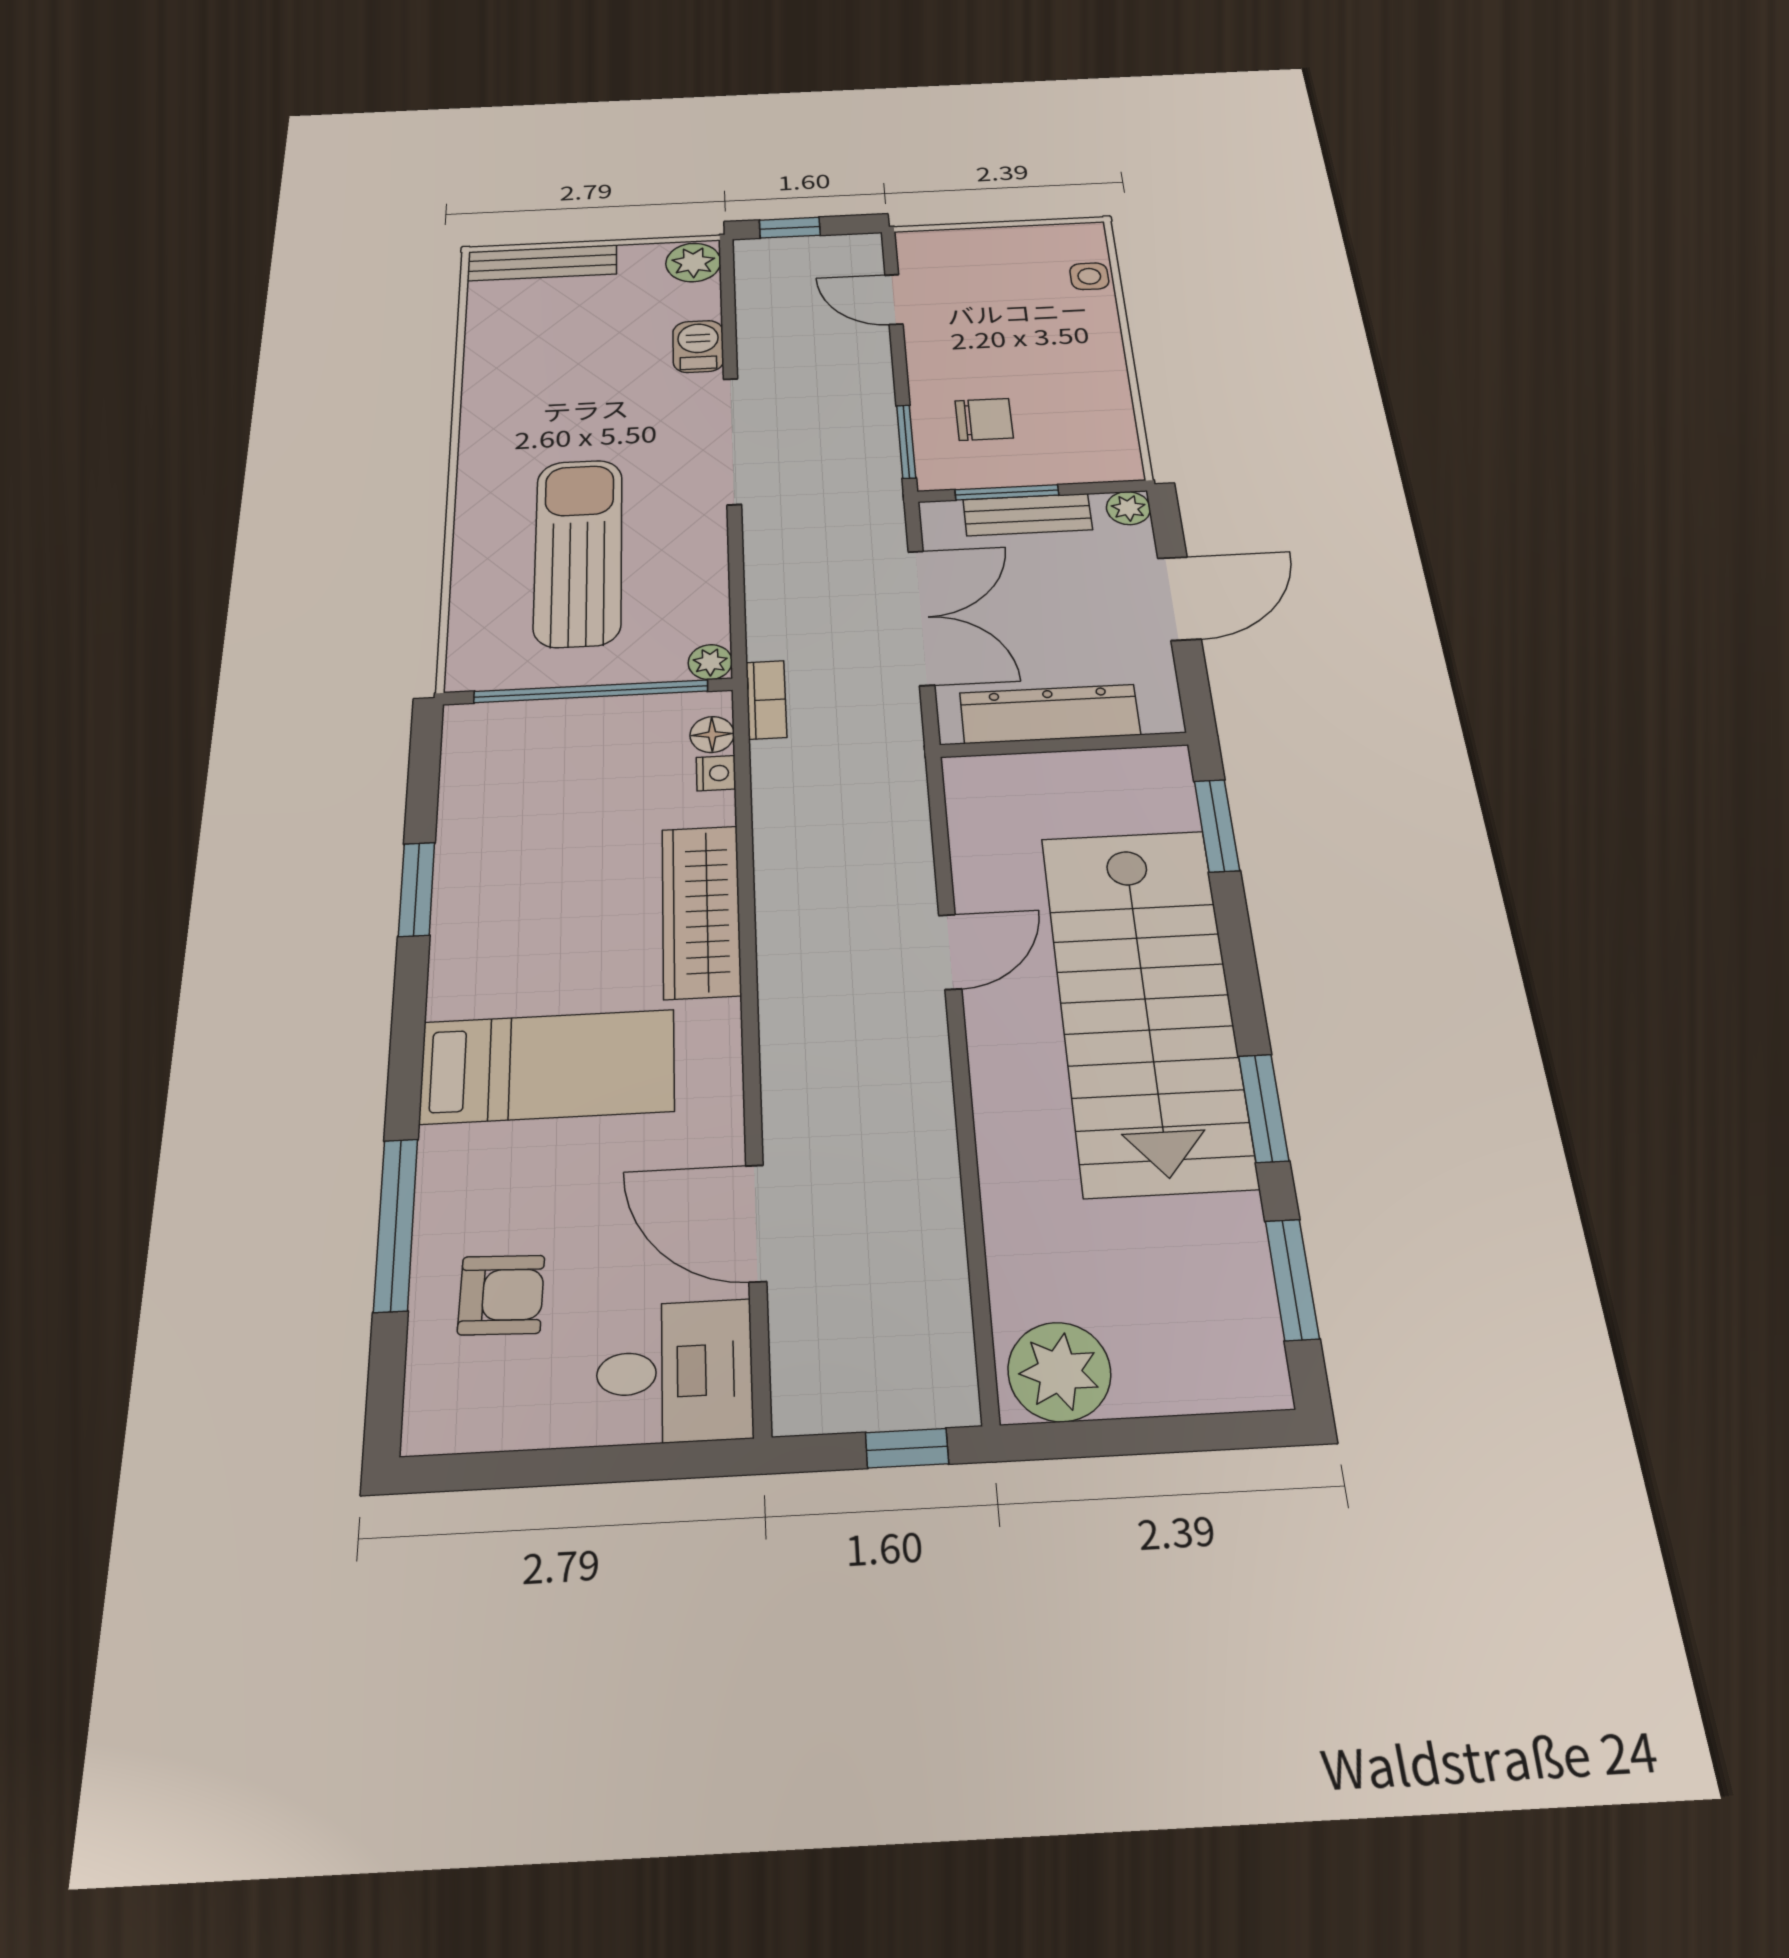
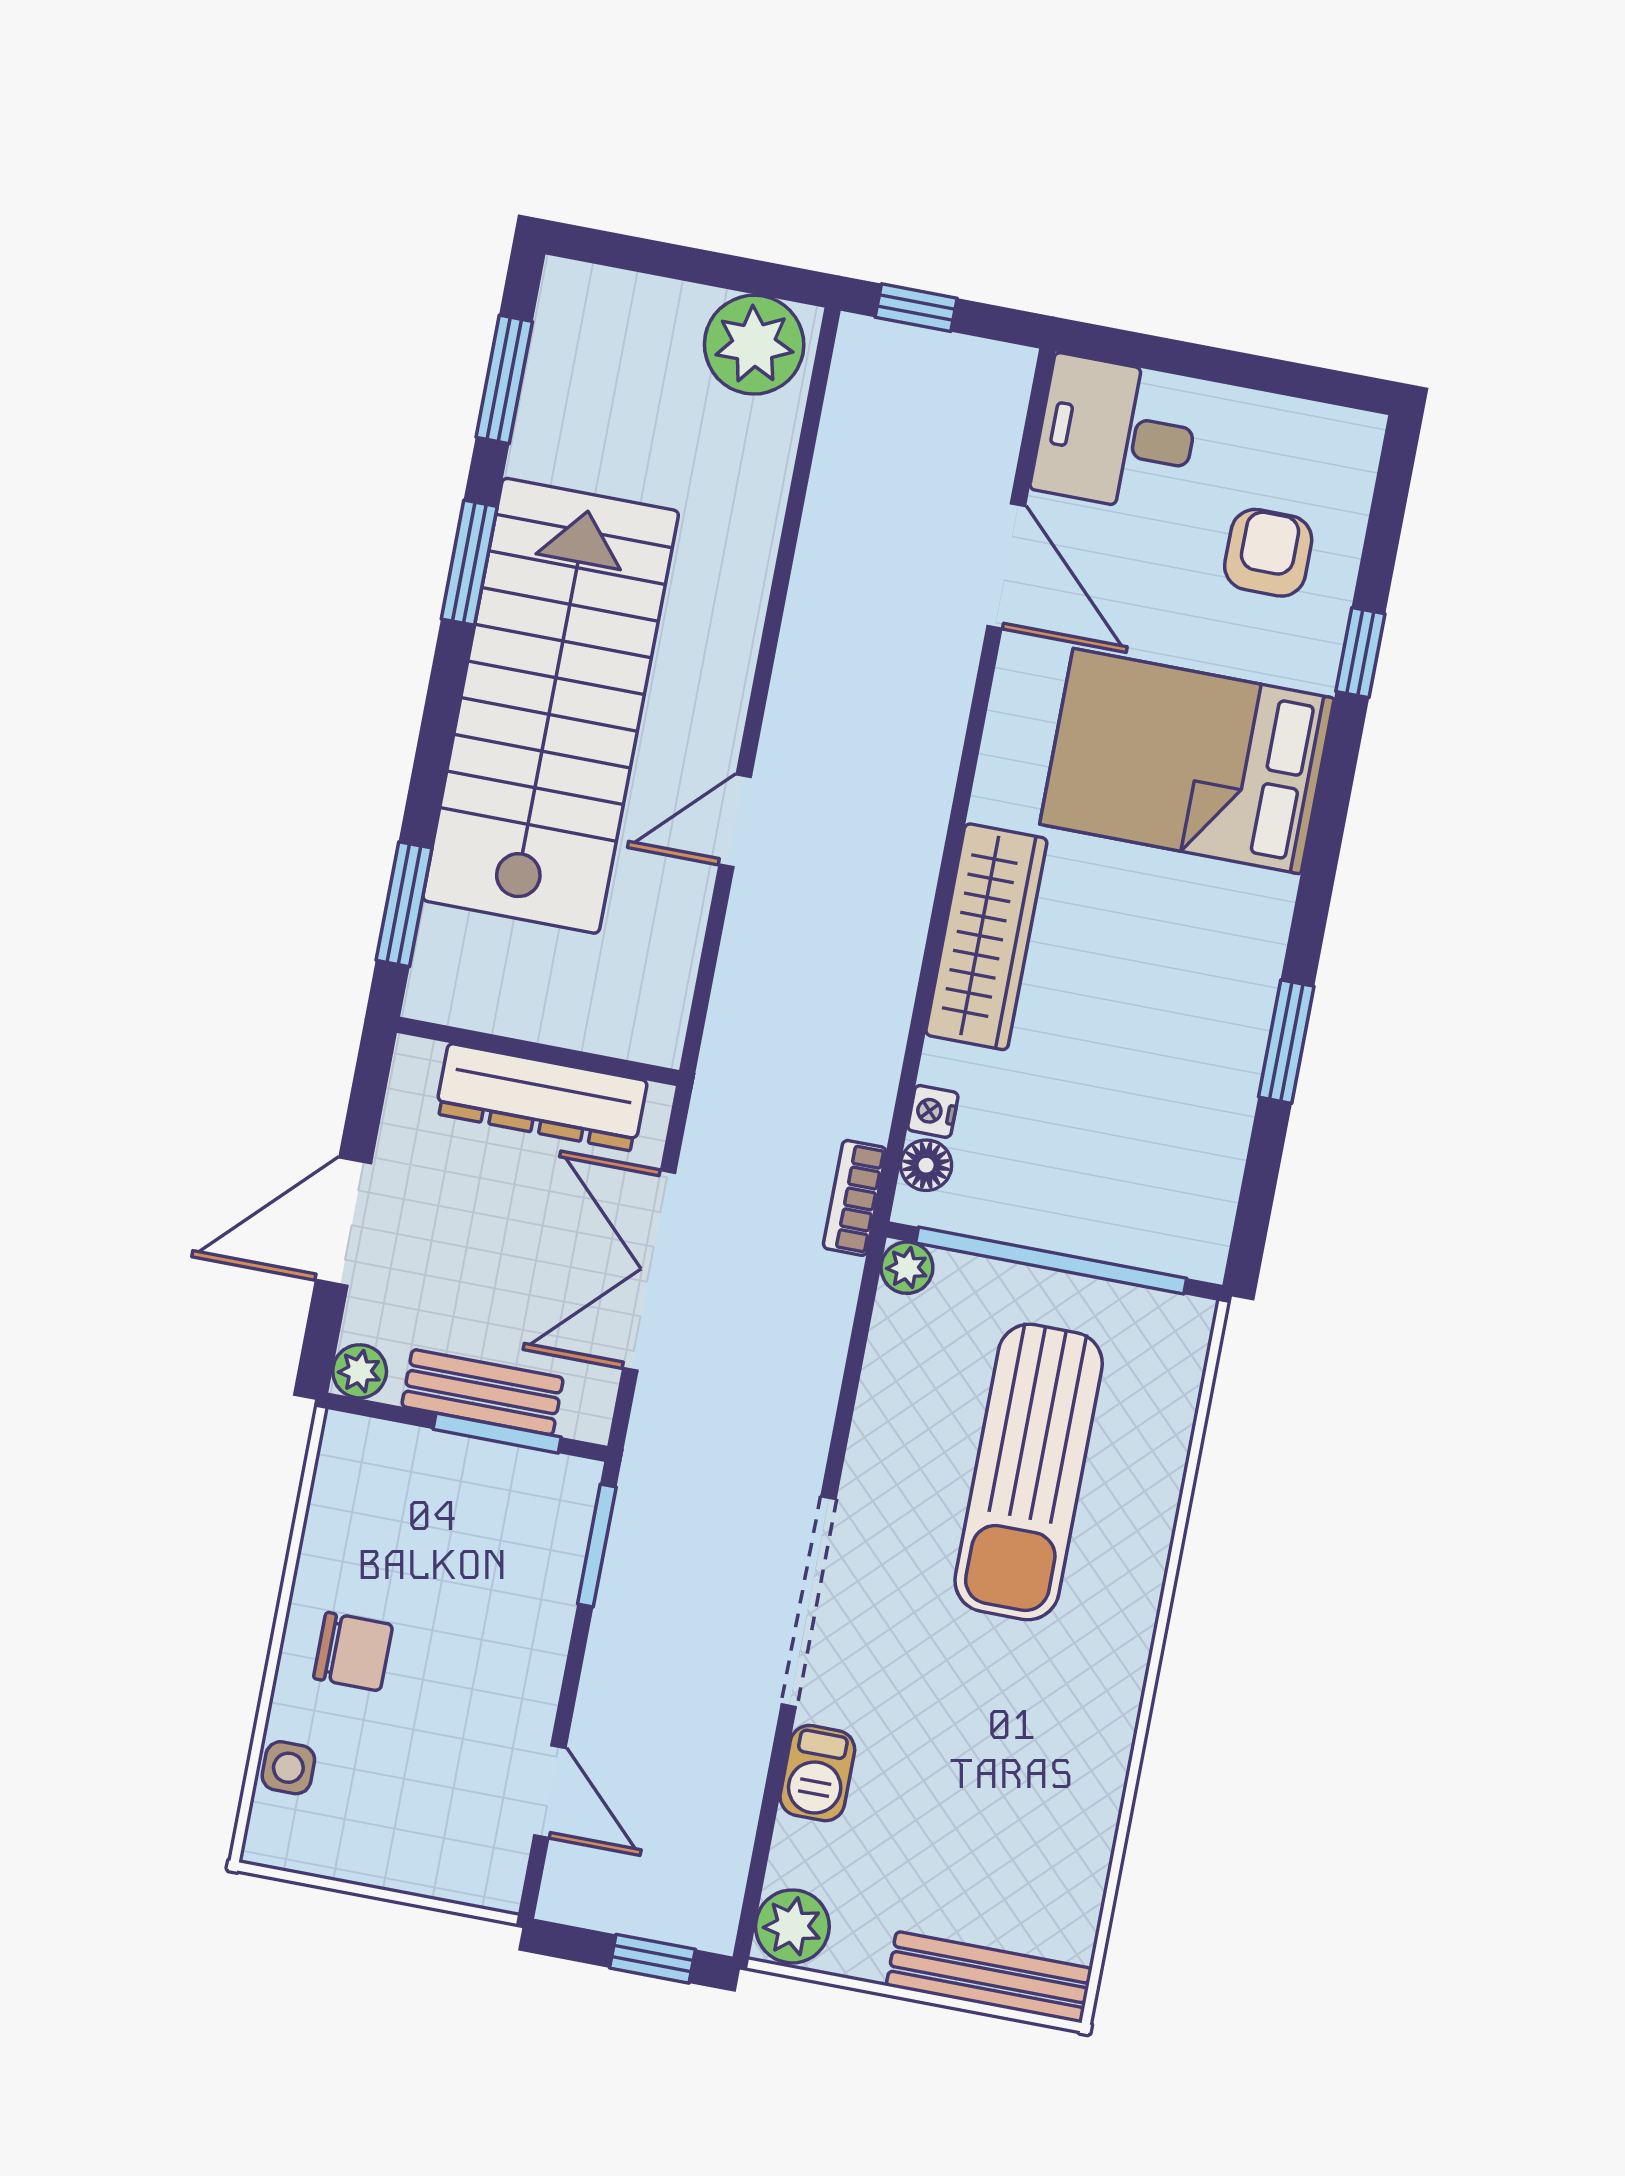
chair: (984, 419) -> (353, 1652), moved, turned 180
bed: (548, 1066) -> (1187, 761), width x1.50
window: (396, 1224) -> (1360, 653), width x0.46
armchair: (501, 1295) -> (1268, 553), turned 88

